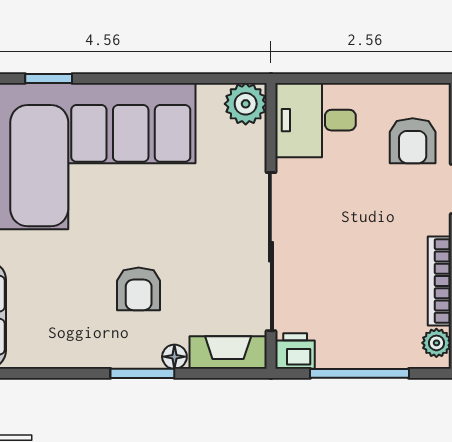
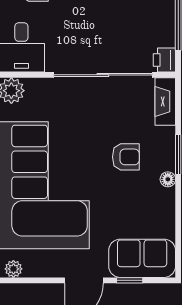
floor lamp: (174, 357) -> (168, 179), moved

